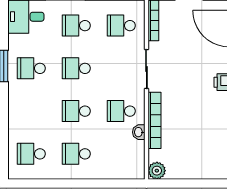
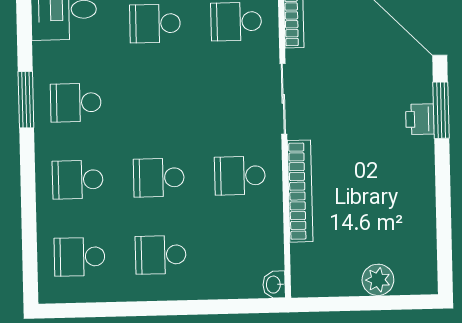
school desk: (76, 68) -> (78, 180), moved
washbasin: (139, 132) -> (274, 285), moved
plant: (157, 171) -> (378, 280), moved

